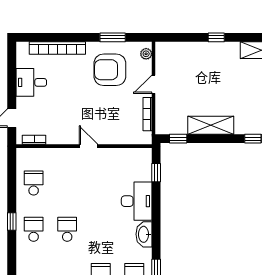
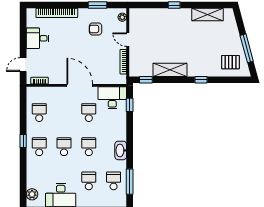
armchair: (110, 70) -> (96, 29), width x0.53, depth x0.53
door: (153, 84) -> (128, 40), hinge flipped
door: (88, 146) -> (80, 85), width x1.88
school desk: (101, 183) -> (89, 113), added
desk: (137, 201) -> (112, 98), moved, turned -90
school desk: (101, 229) -> (89, 147), added

